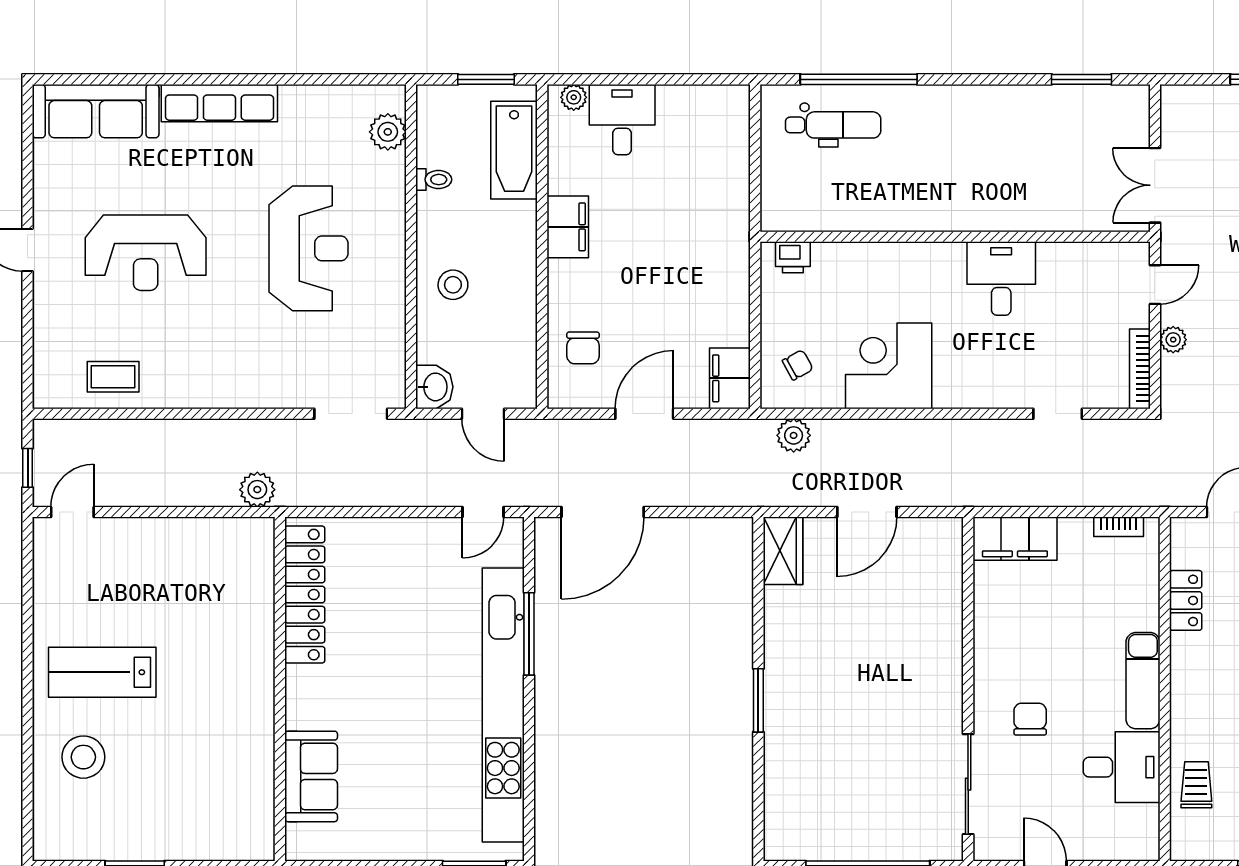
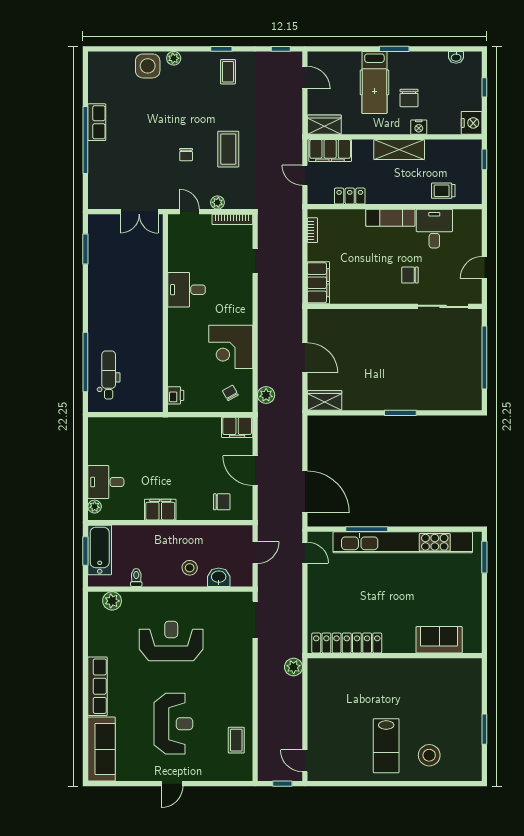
bathtub: (514, 150) -> (100, 550), moved, turned -90
washbasin: (434, 387) -> (219, 577), moved

